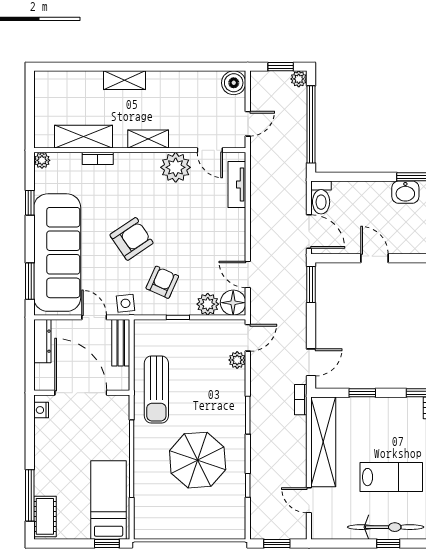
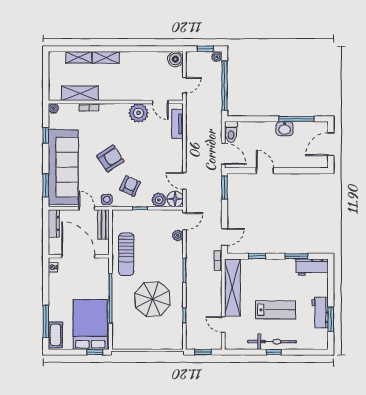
shelving: (148, 139) -> (79, 57), moved
bed: (109, 500) -> (90, 324), width x1.50

